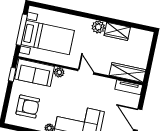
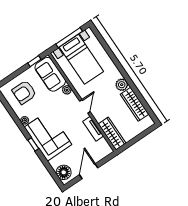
wardrobe: (117, 31) -> (134, 104), width x1.50
tv unit: (129, 87) -> (93, 129), moved
armchair: (28, 106) -> (24, 92), turned 90

